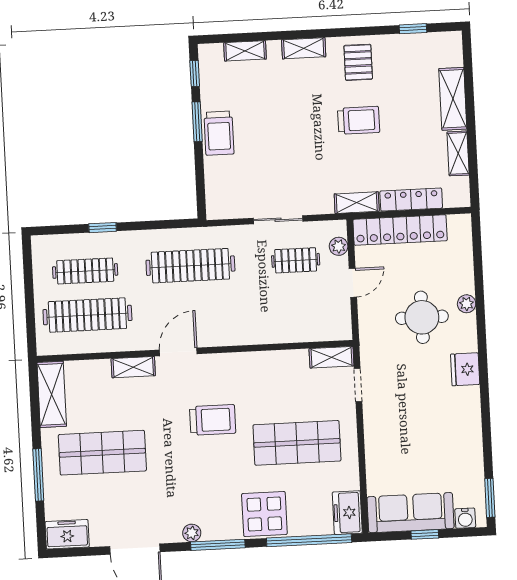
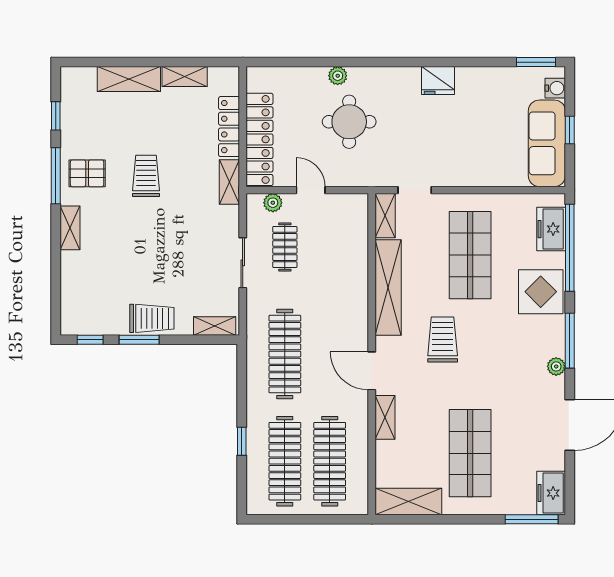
window: (354, 32) -> (56, 176), added
shelving: (245, 51) -> (215, 326), moved, turned 90
clothes rail: (85, 271) -> (285, 461), width x1.37, depth x1.31
shelving: (261, 364) -> (388, 287), added
fridge: (465, 369) -> (438, 81), moved
window: (38, 475) -> (532, 519), moved
freezer: (347, 513) -> (551, 229), moved, turned 90

